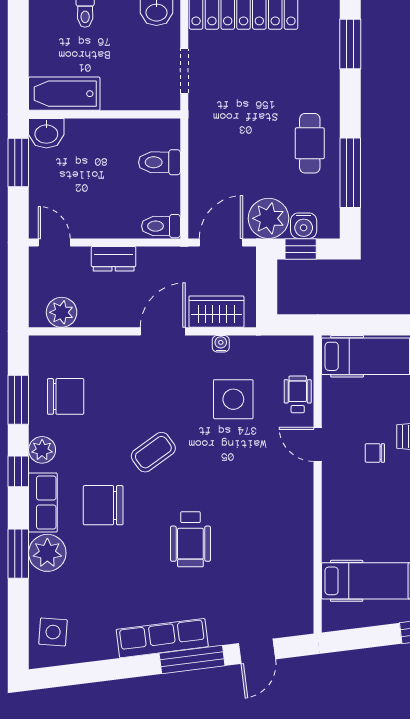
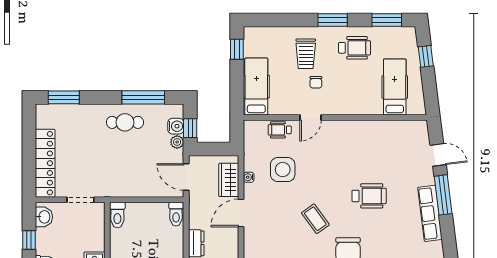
toilet: (159, 162) -> (117, 215), moved
plant: (268, 218) -> (177, 142), width x0.53, depth x0.53
door: (163, 331) -> (241, 213), hinge flipped

